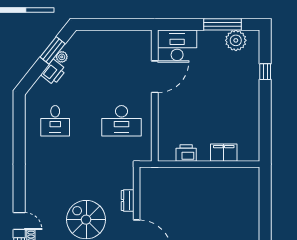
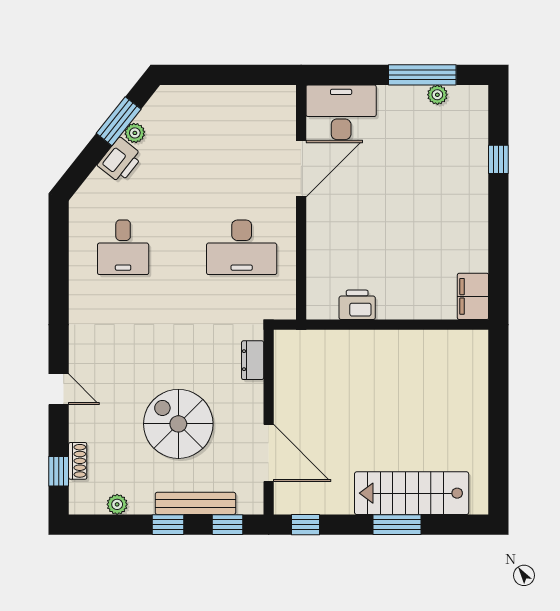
plant: (236, 40) -> (437, 95), width x0.53, depth x0.53
filing cabinet: (224, 153) -> (473, 296), moved, turned -90
dresser: (128, 200) -> (253, 360), moved
door: (19, 221) -> (59, 389), moved

